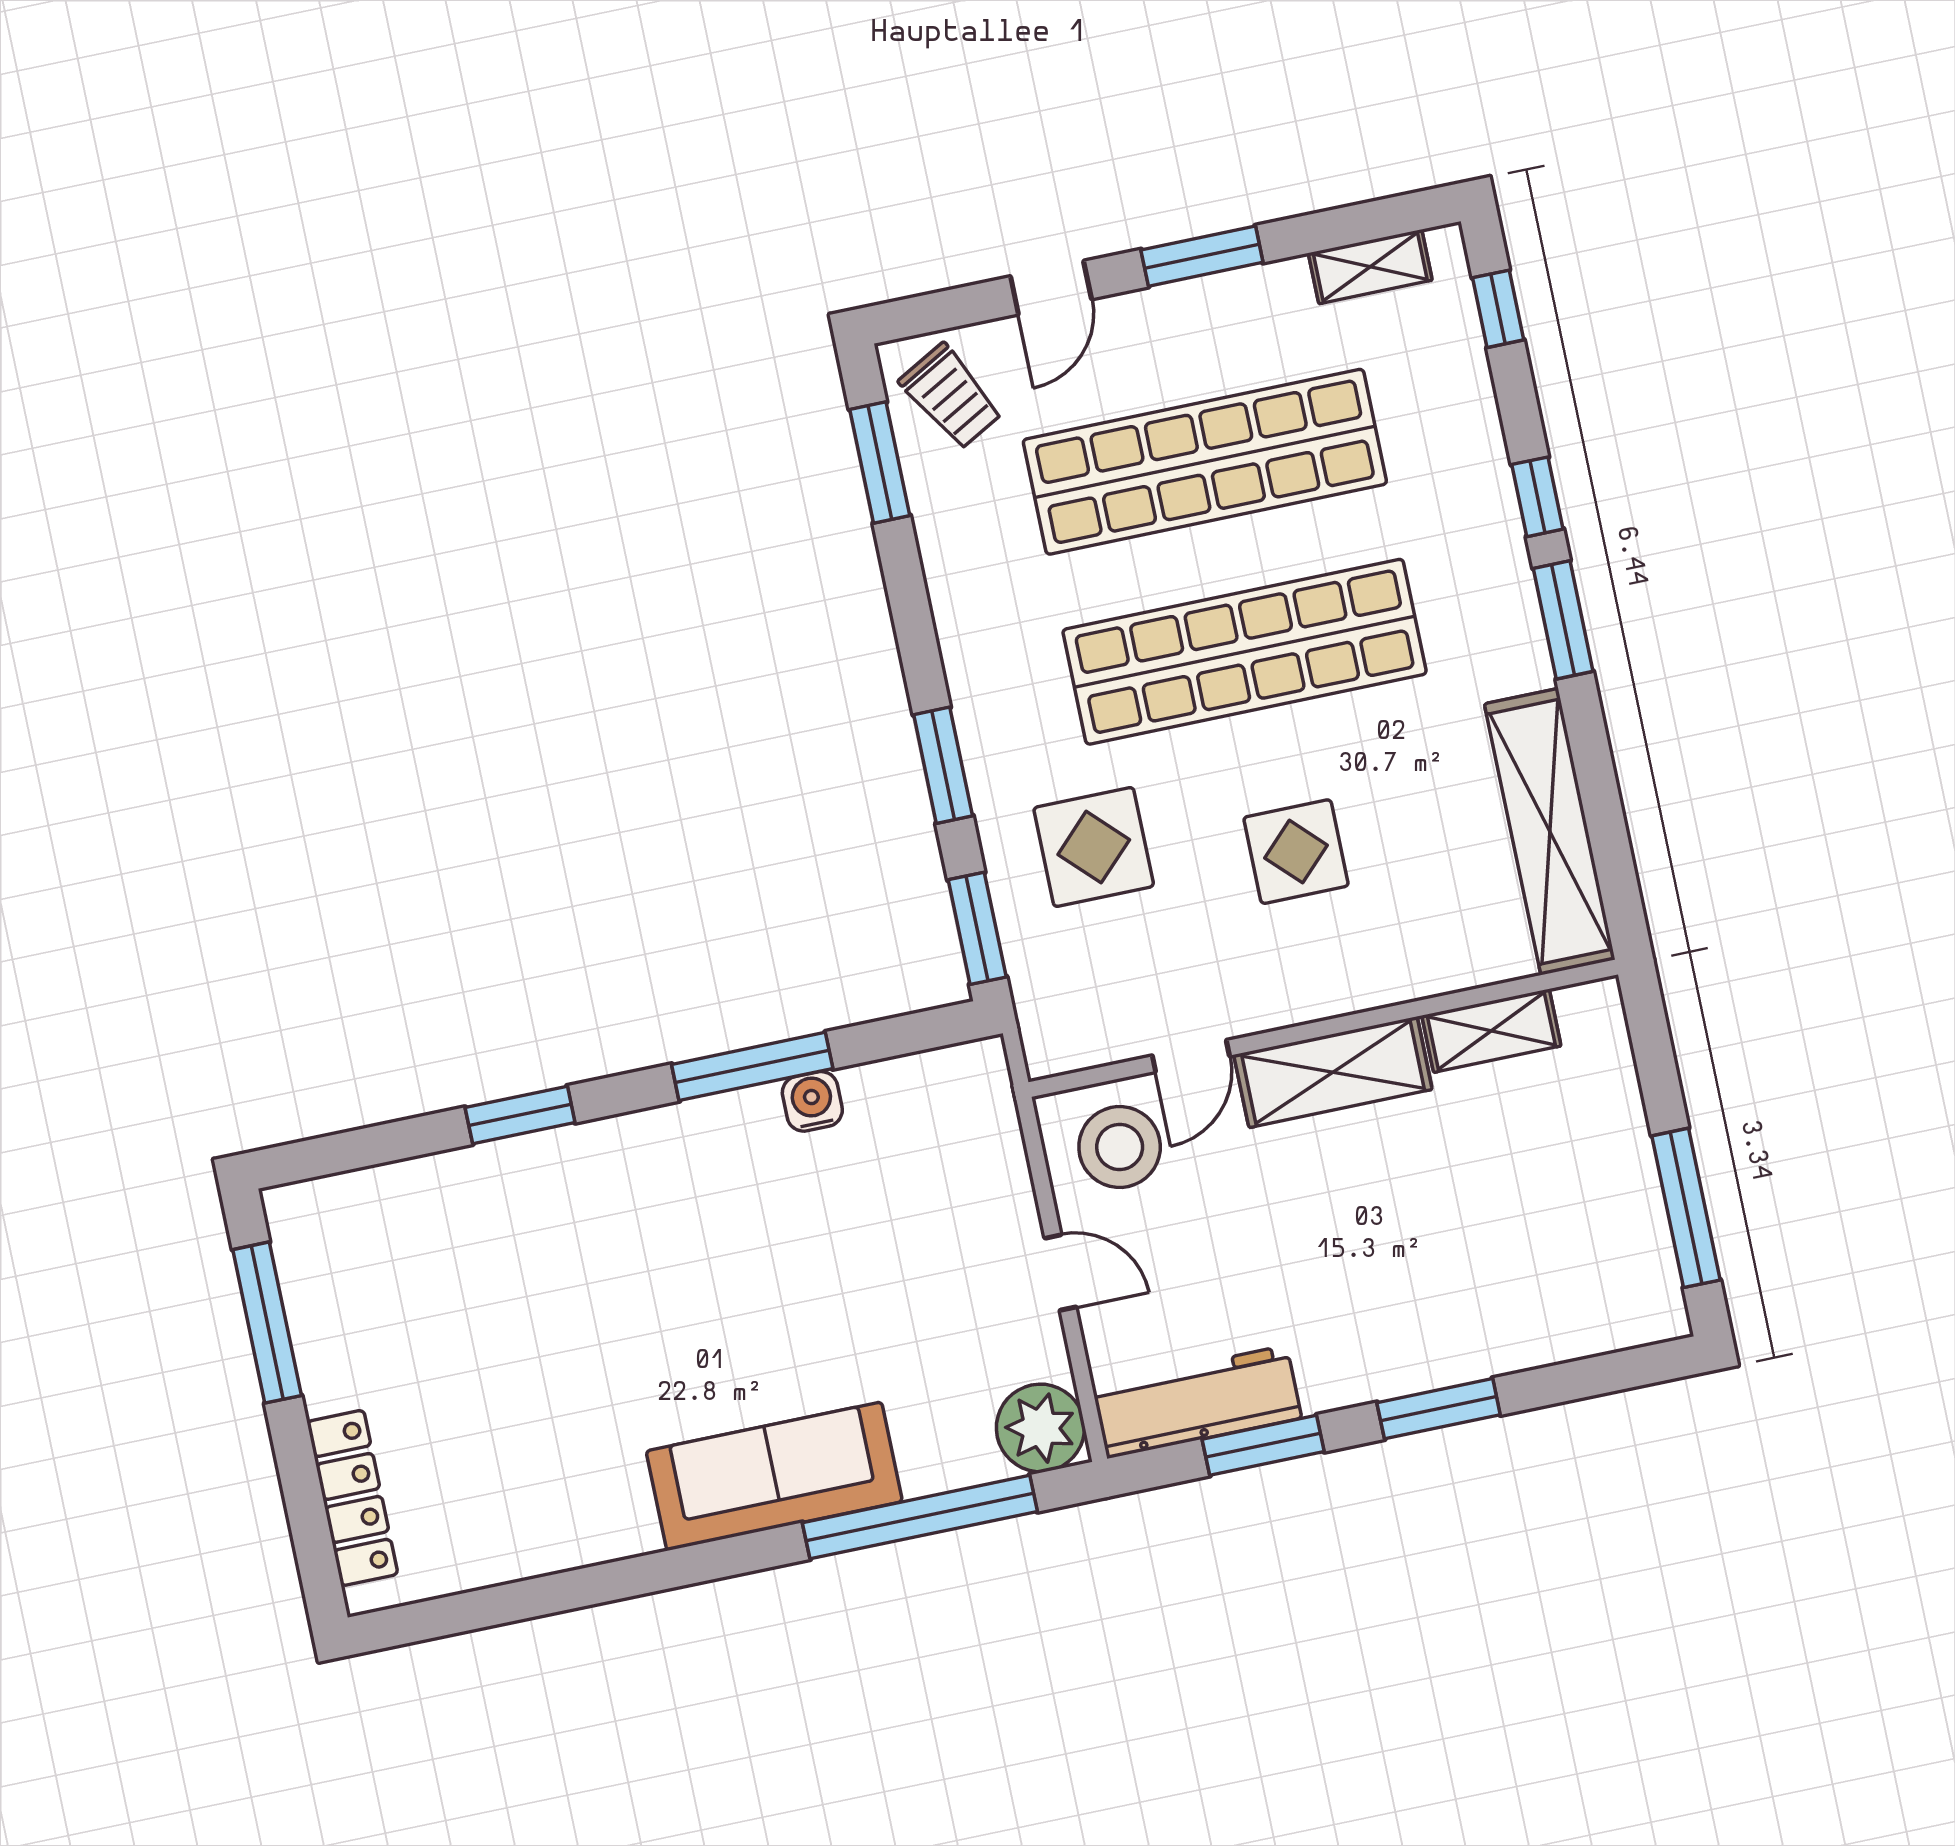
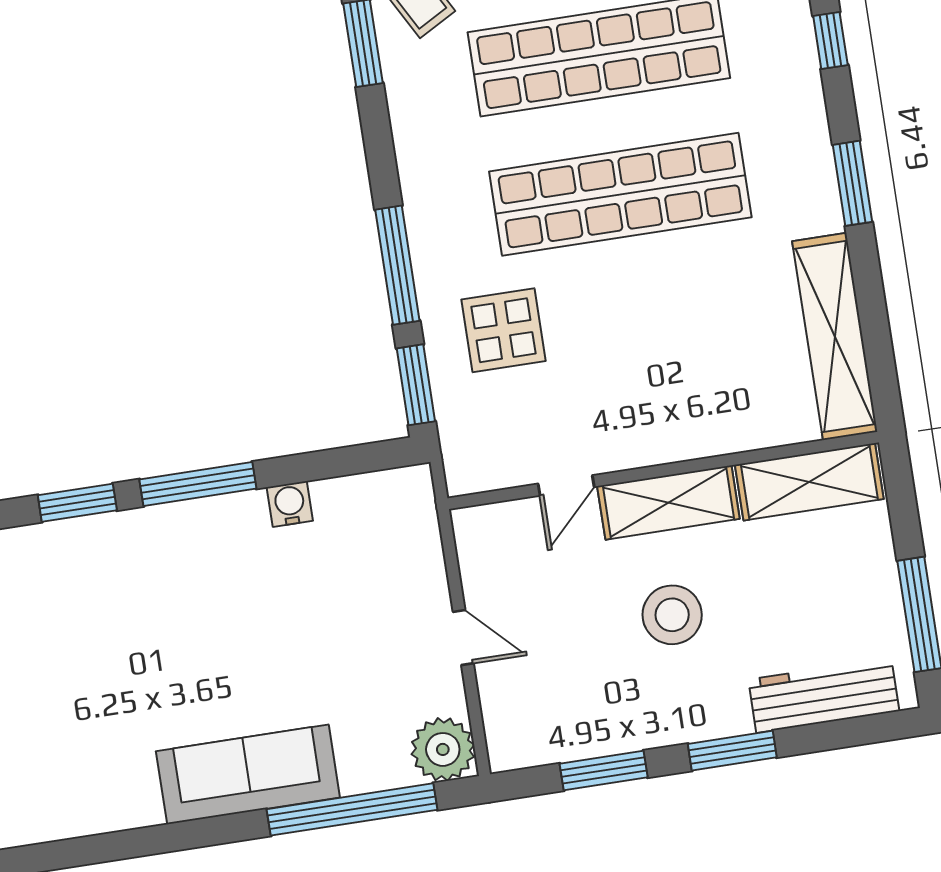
window: (1537, 497) -> (830, 41), moved
window: (943, 765) -> (397, 265), width x1.44
display table: (1296, 852) -> (650, 341), removed
shelving: (1491, 1031) -> (809, 482), width x1.50, depth x1.33
window: (752, 1066) -> (198, 484), moved
stool: (1120, 1147) -> (672, 615), moved
workbench: (1197, 1402) -> (824, 695), moved

